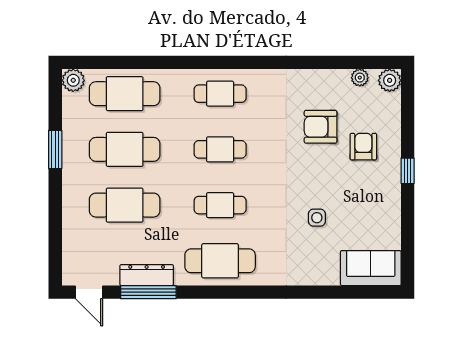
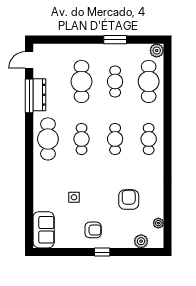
plant: (390, 80) -> (141, 241), moved
armchair: (363, 147) -> (93, 230), moved
cafe table: (125, 149) -> (115, 81), width x0.73, depth x0.74

